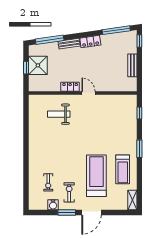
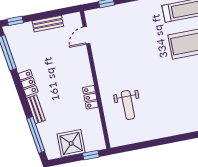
window: (26, 68) -> (91, 155), moved
door: (88, 93) -> (86, 35), moved

